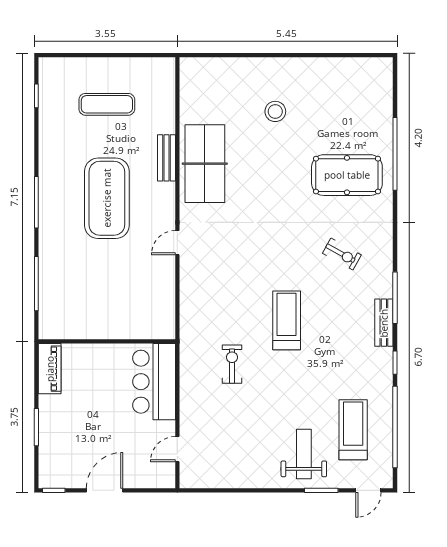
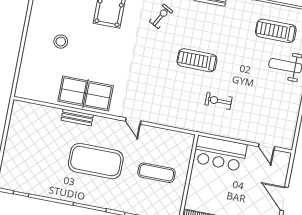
exercise mat: (107, 104) -> (156, 173), moved, turned 90

